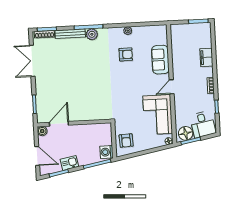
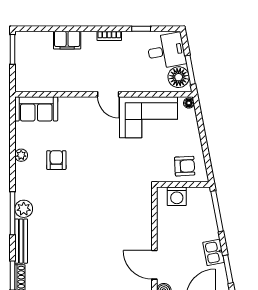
sofa: (160, 60) -> (36, 109), moved
washing machine: (106, 152) -> (177, 196), moved

